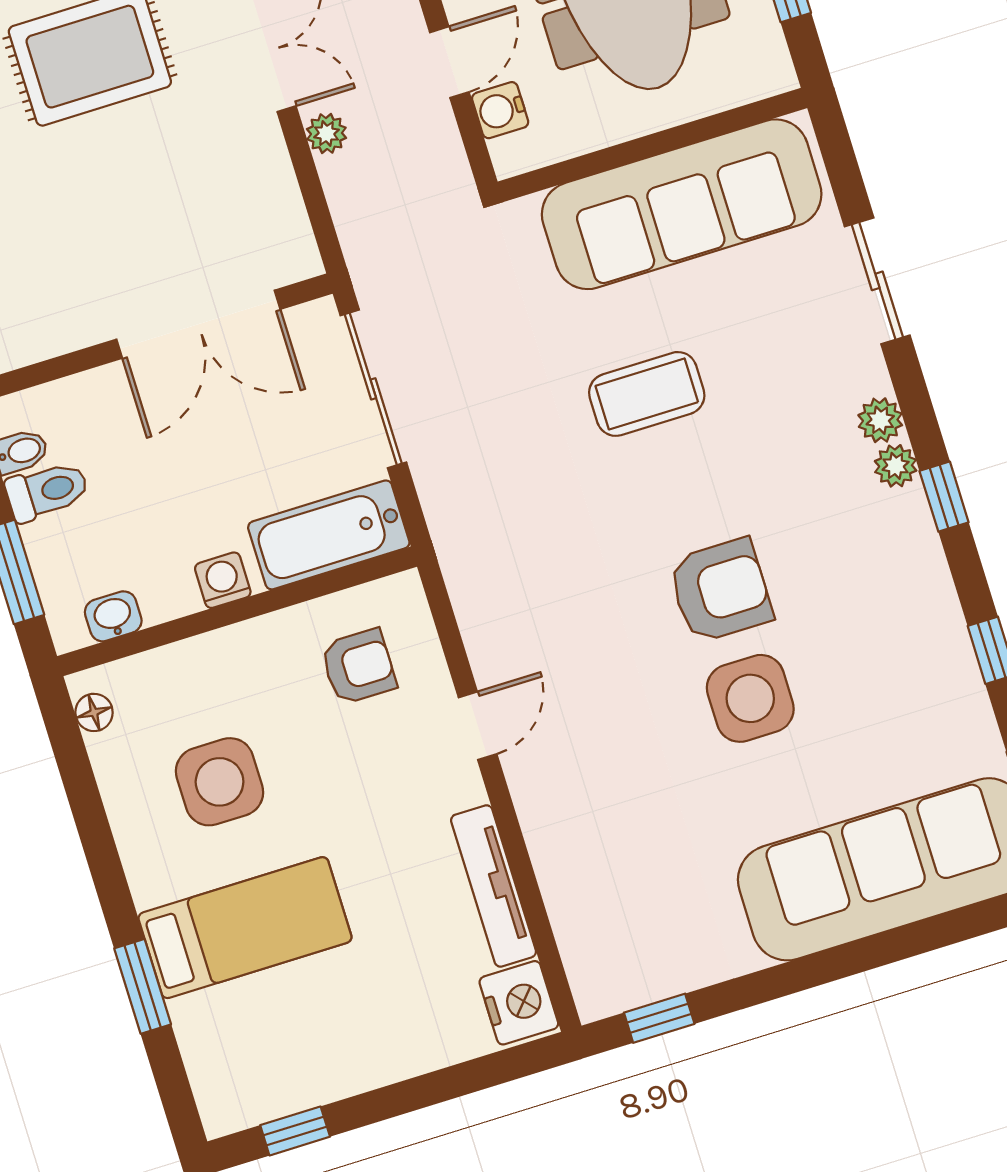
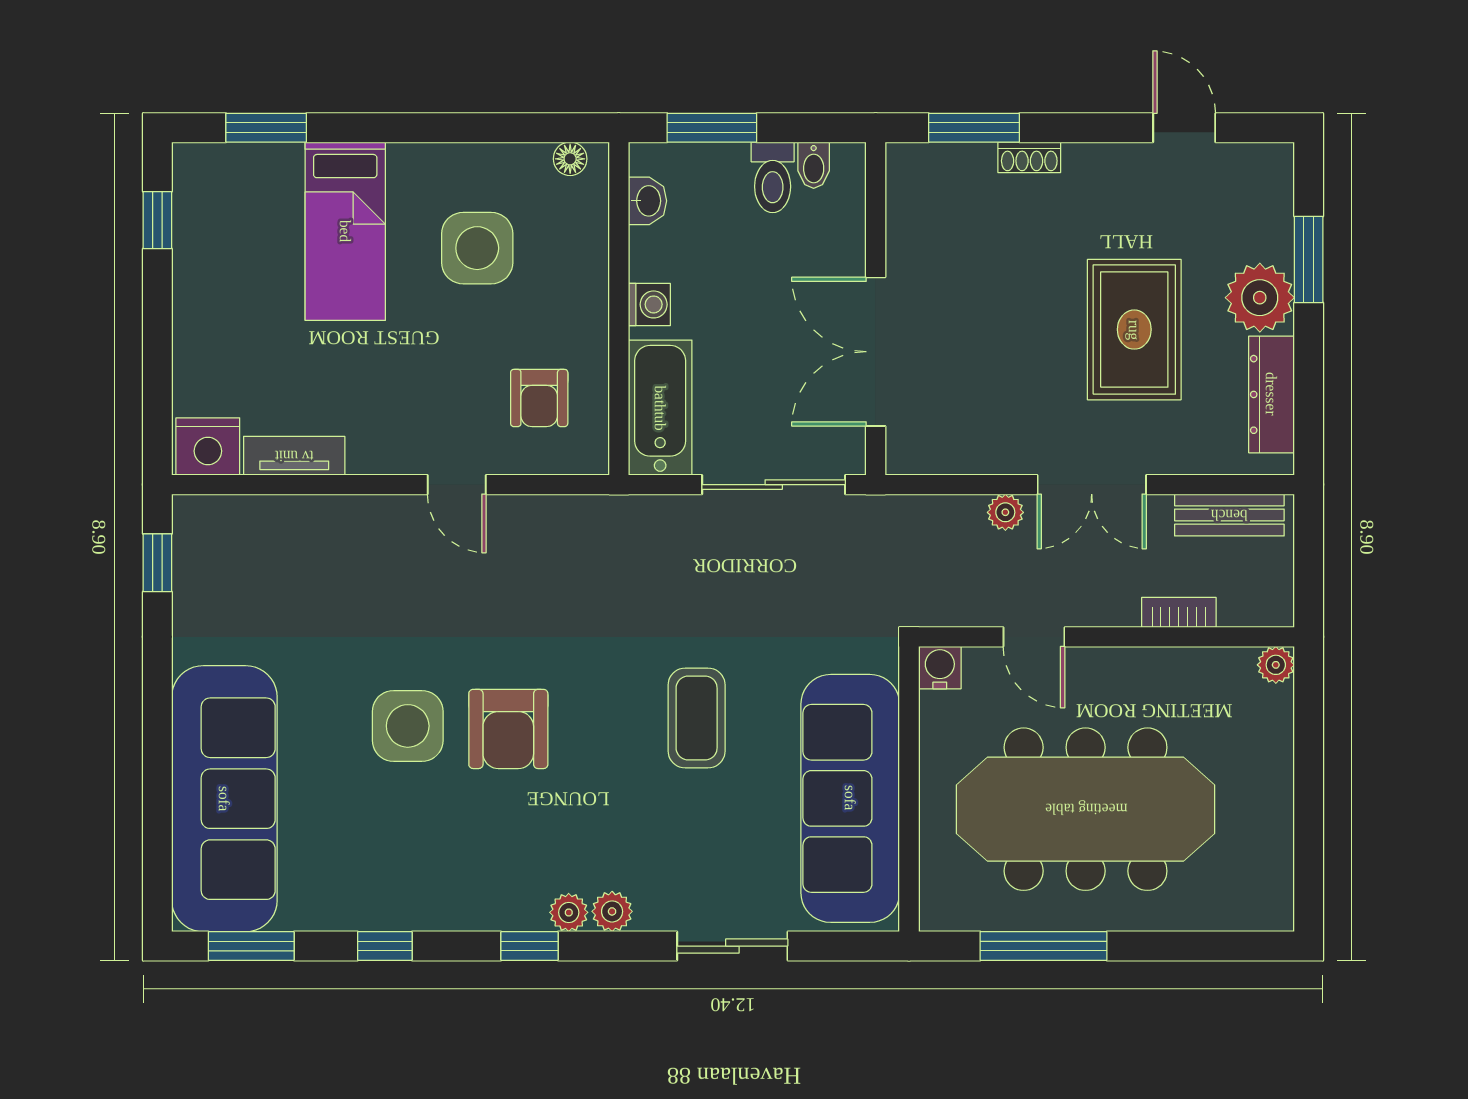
water cooler: (500, 110) -> (940, 668), moved
tv unit: (494, 886) -> (294, 456), width x0.71
window: (143, 986) -> (266, 128), moved

